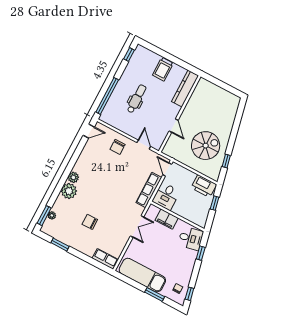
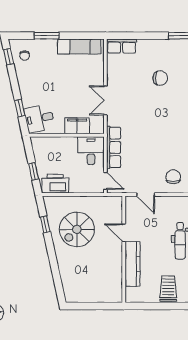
kitchen counter: (185, 89) -> (133, 264), moved
exam couch: (142, 275) -> (79, 46), width x0.73, depth x0.69

